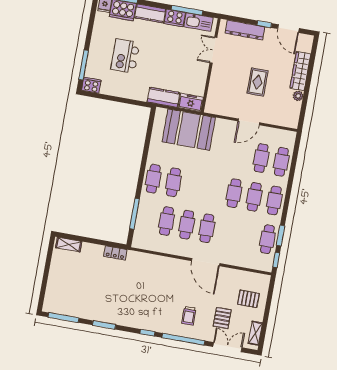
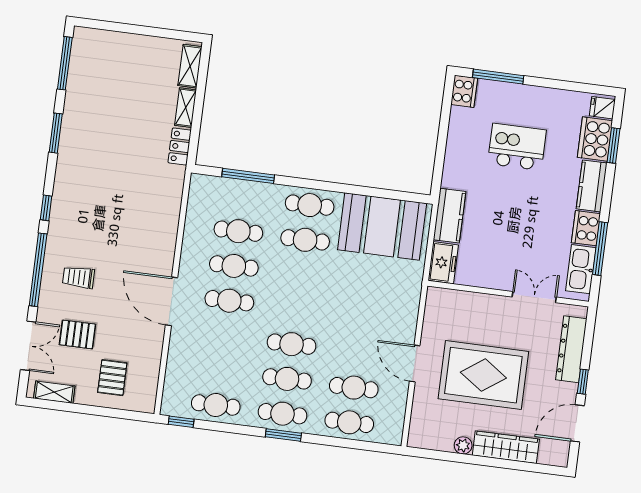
rug: (258, 82) -> (483, 375), width x1.86, depth x2.06
booth: (189, 130) -> (382, 226), moved, turned 90
window: (281, 236) -> (283, 435), moved
shelving: (93, 248) -> (186, 108), added
door: (206, 262) -> (171, 301), hinge flipped

